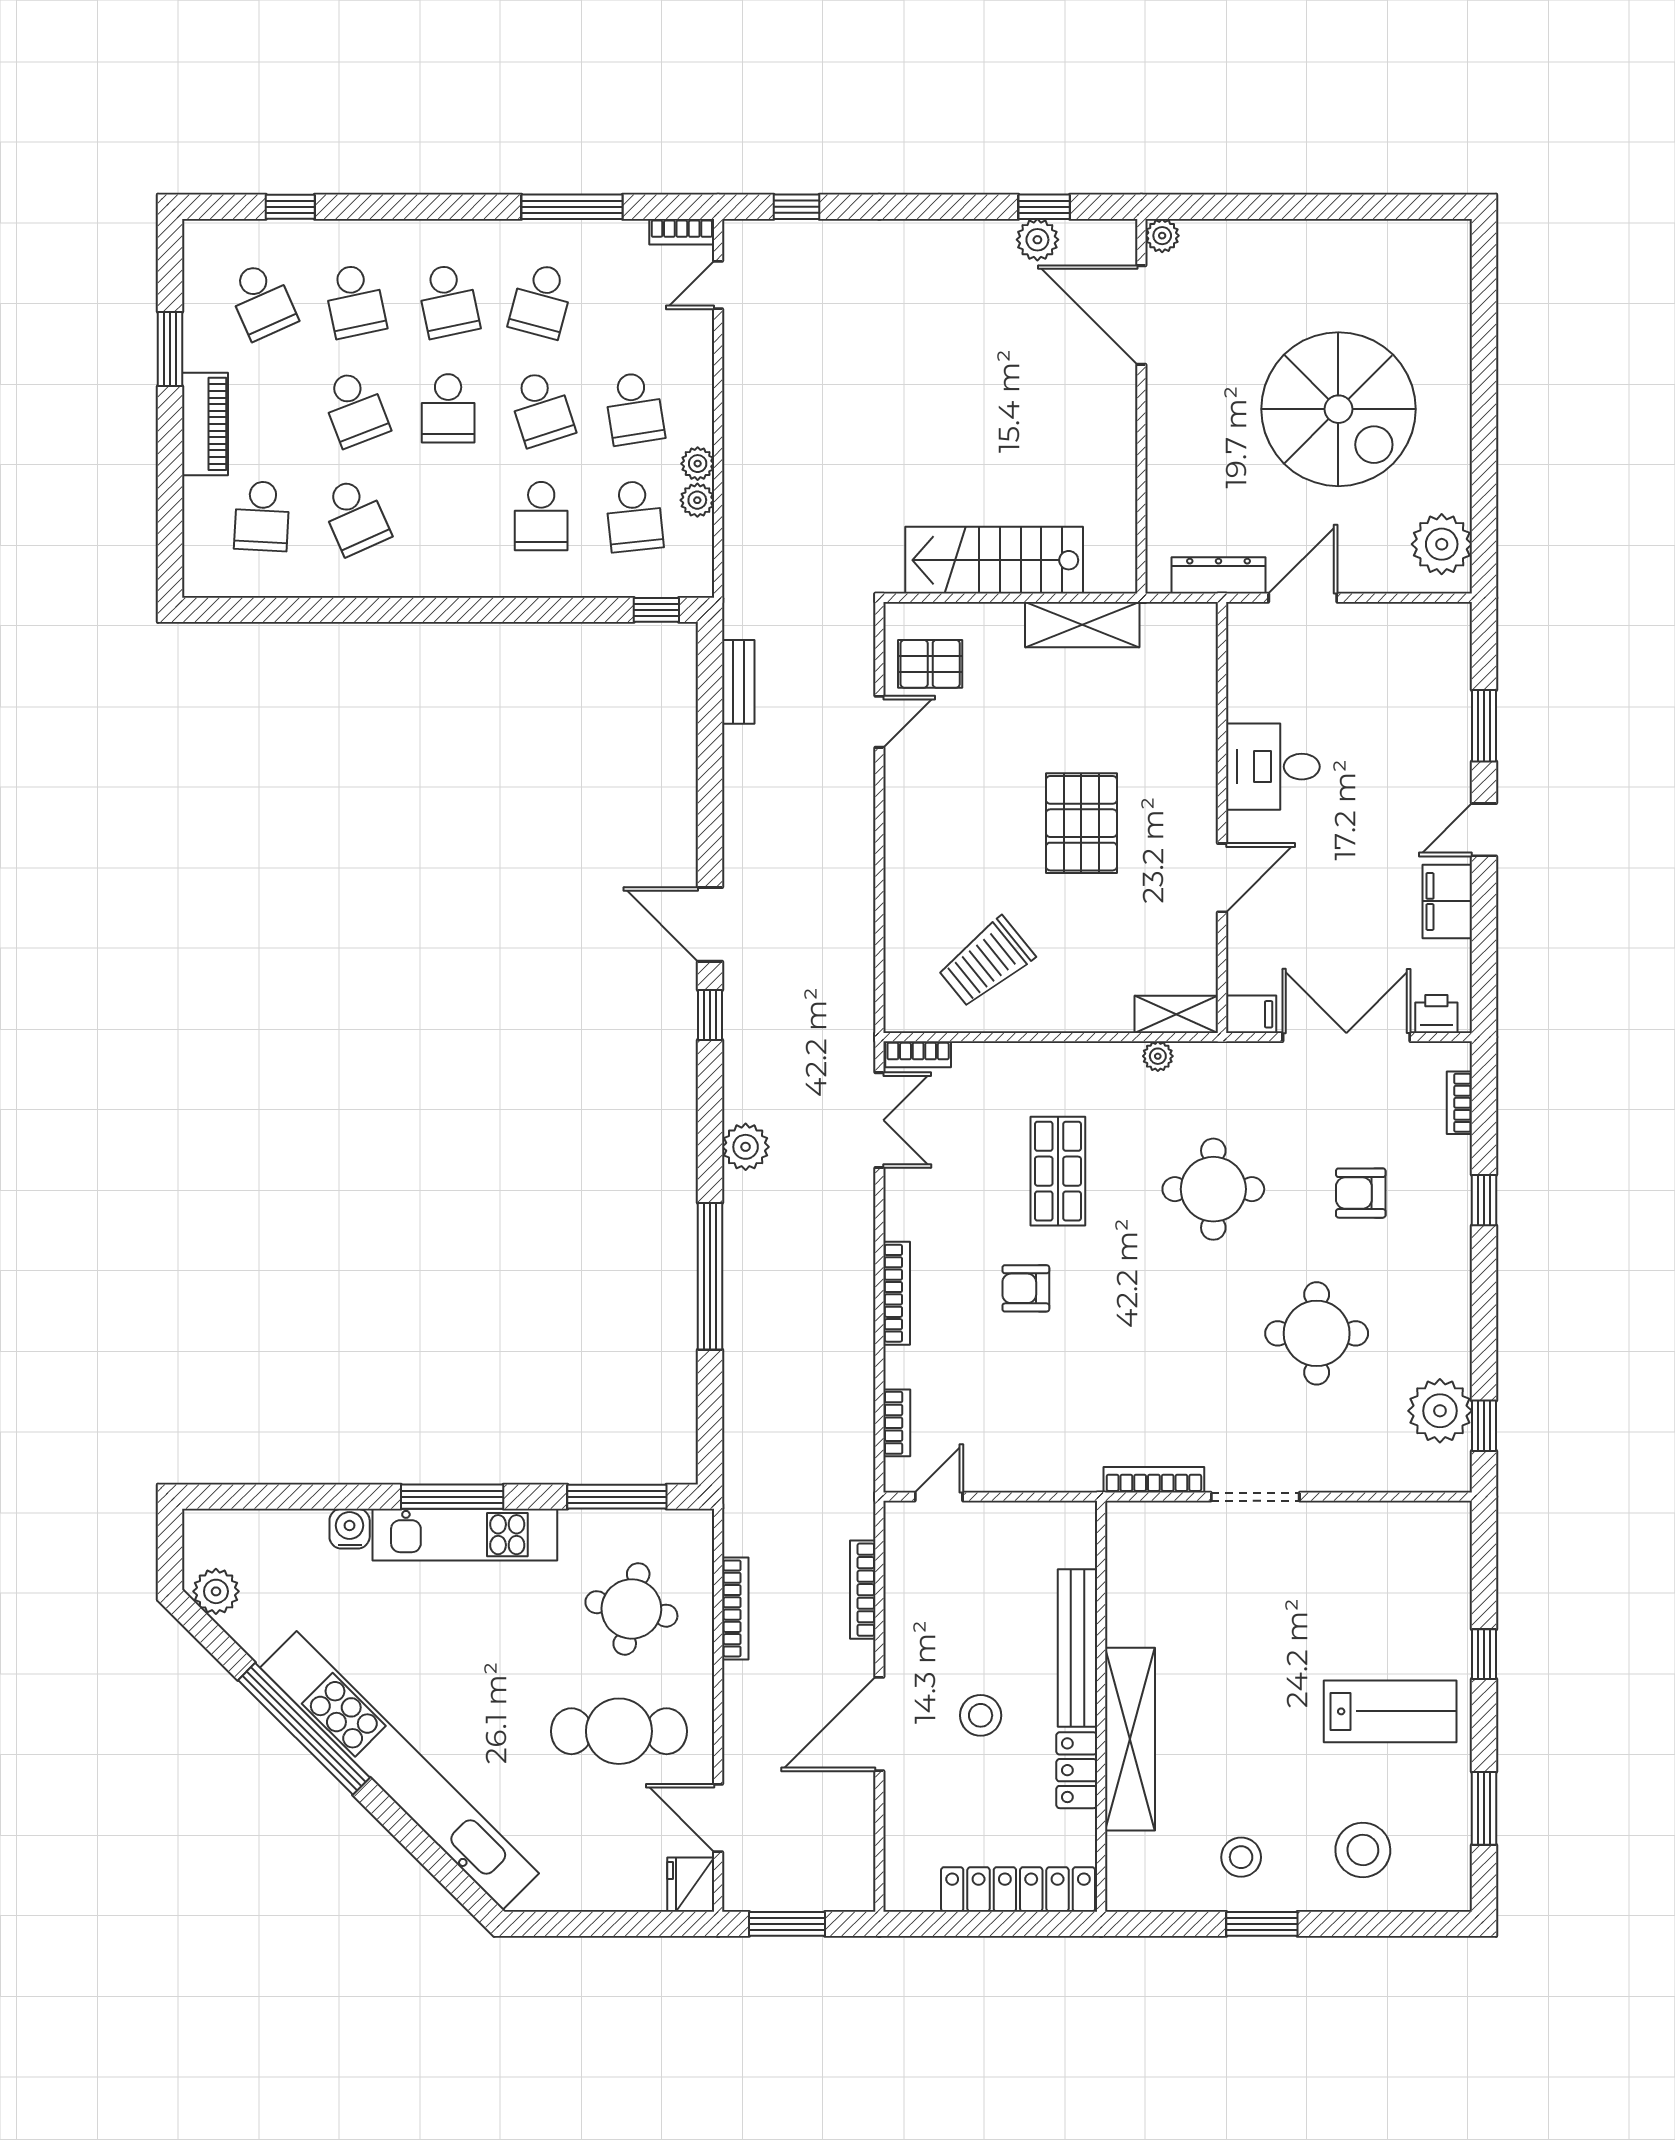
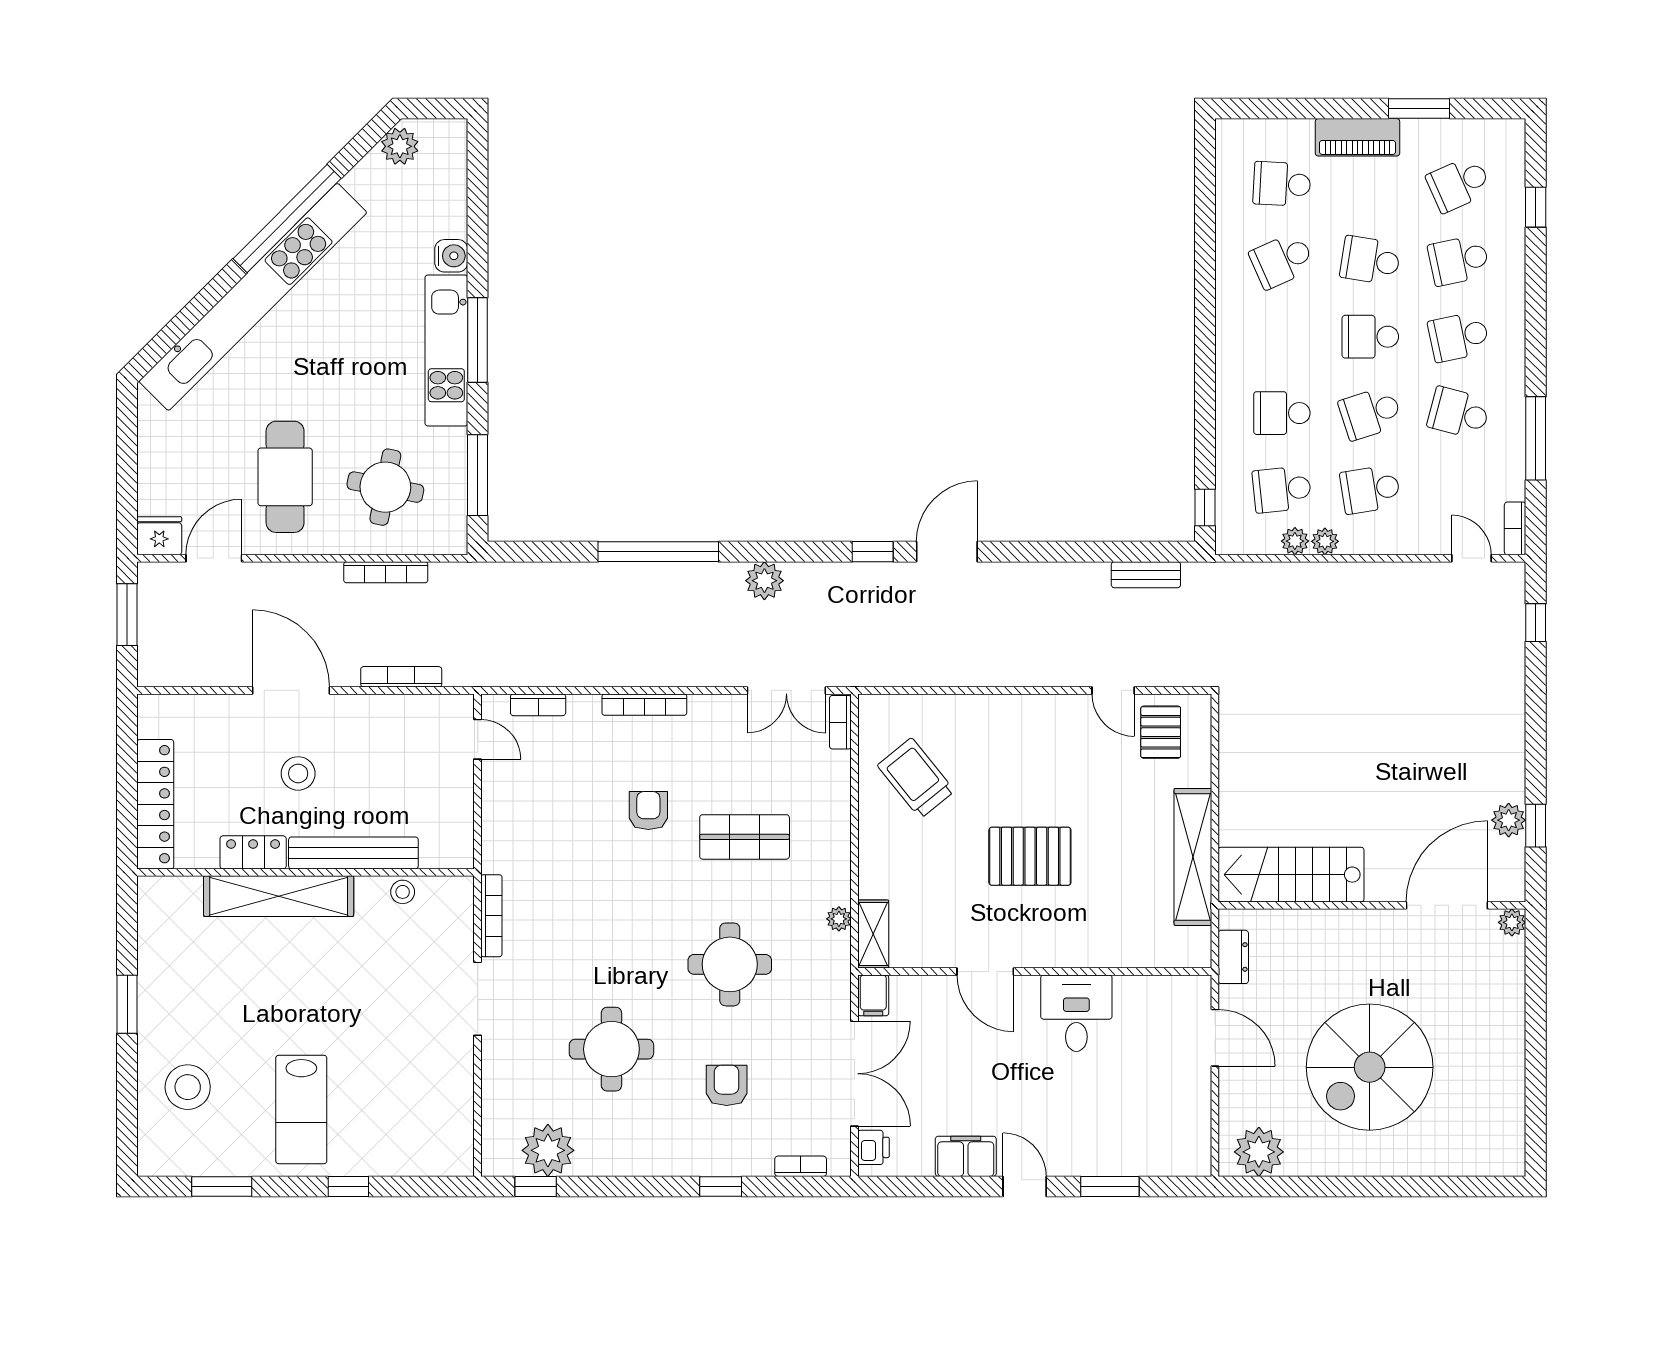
school desk: (355, 408) -> (1370, 260), turned 30
stairs: (994, 560) -> (1291, 875), moved, turned -90
dresser: (1218, 575) -> (1233, 957), width x0.70
shelving: (1082, 625) -> (1193, 857), width x1.47
stool: (1241, 1857) -> (403, 892), moved, width x0.73, depth x0.73

